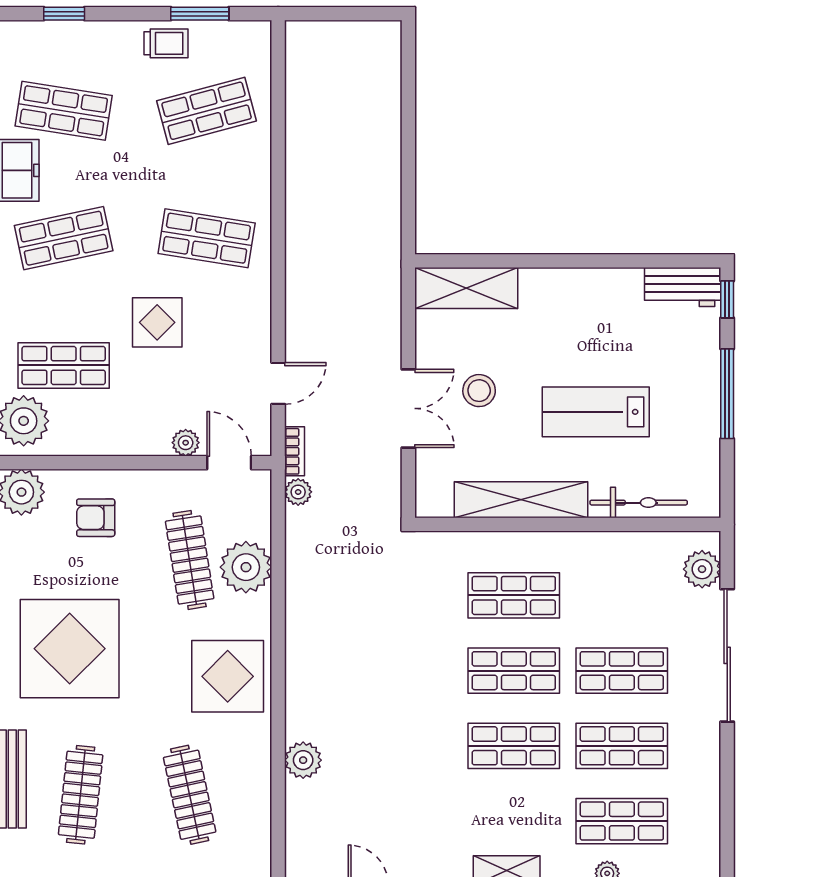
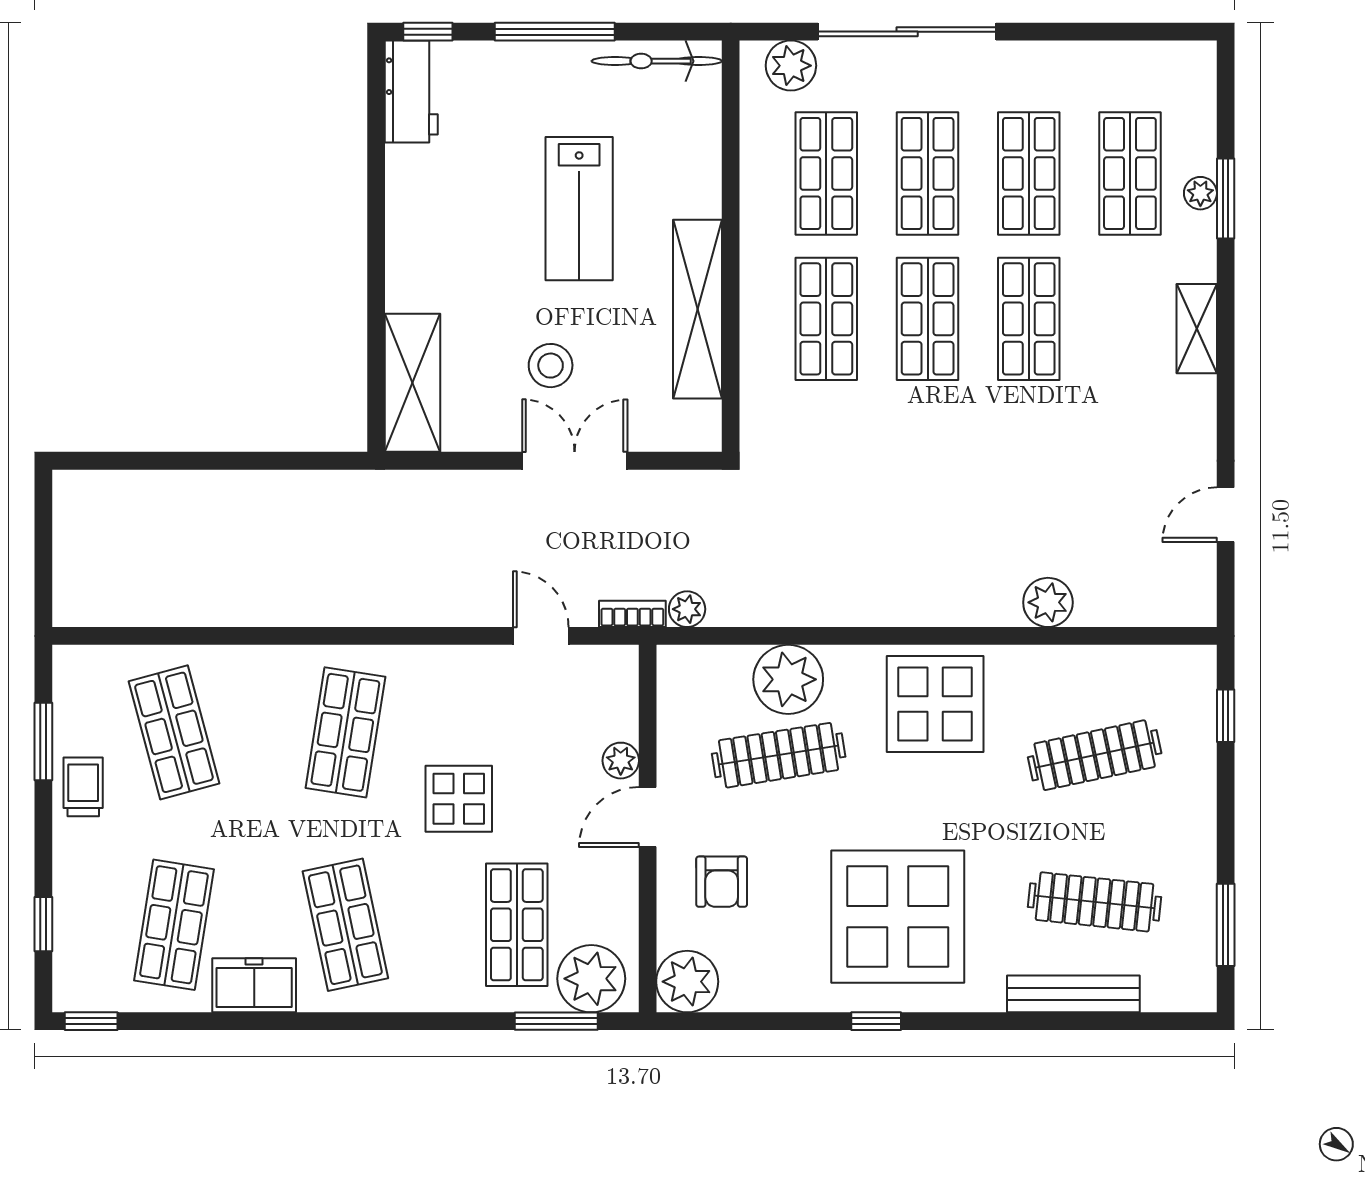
door: (229, 463) -> (648, 817), moved
bicycle: (639, 503) -> (657, 61), moved, turned -90
shop shelf: (622, 595) -> (826, 173), added

